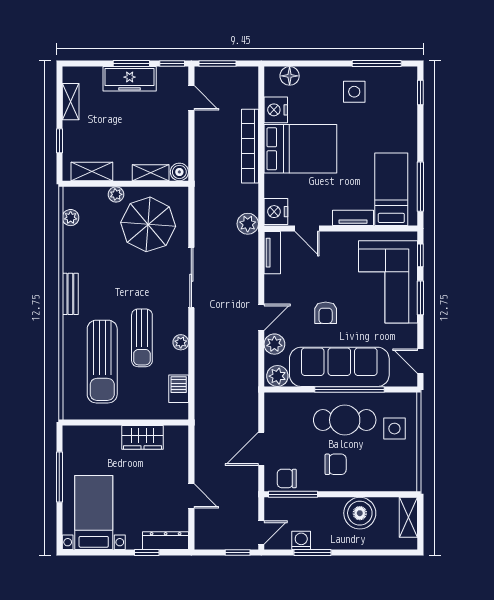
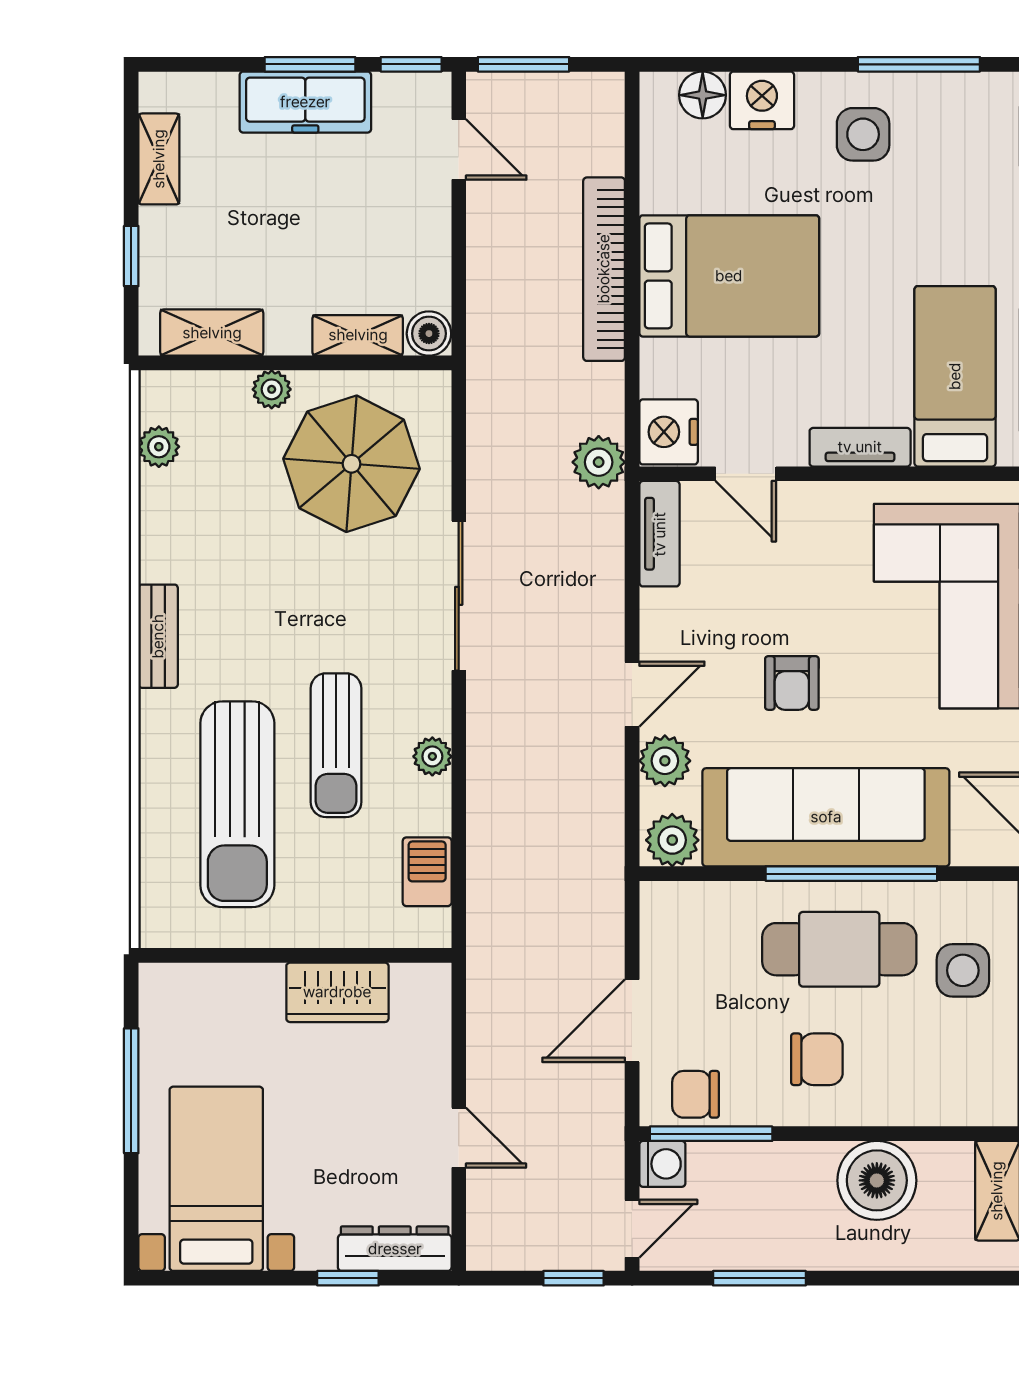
nightstand: (276, 110) -> (762, 100), moved, turned 90
washing machine: (301, 540) -> (662, 1164), moved, turned 90

